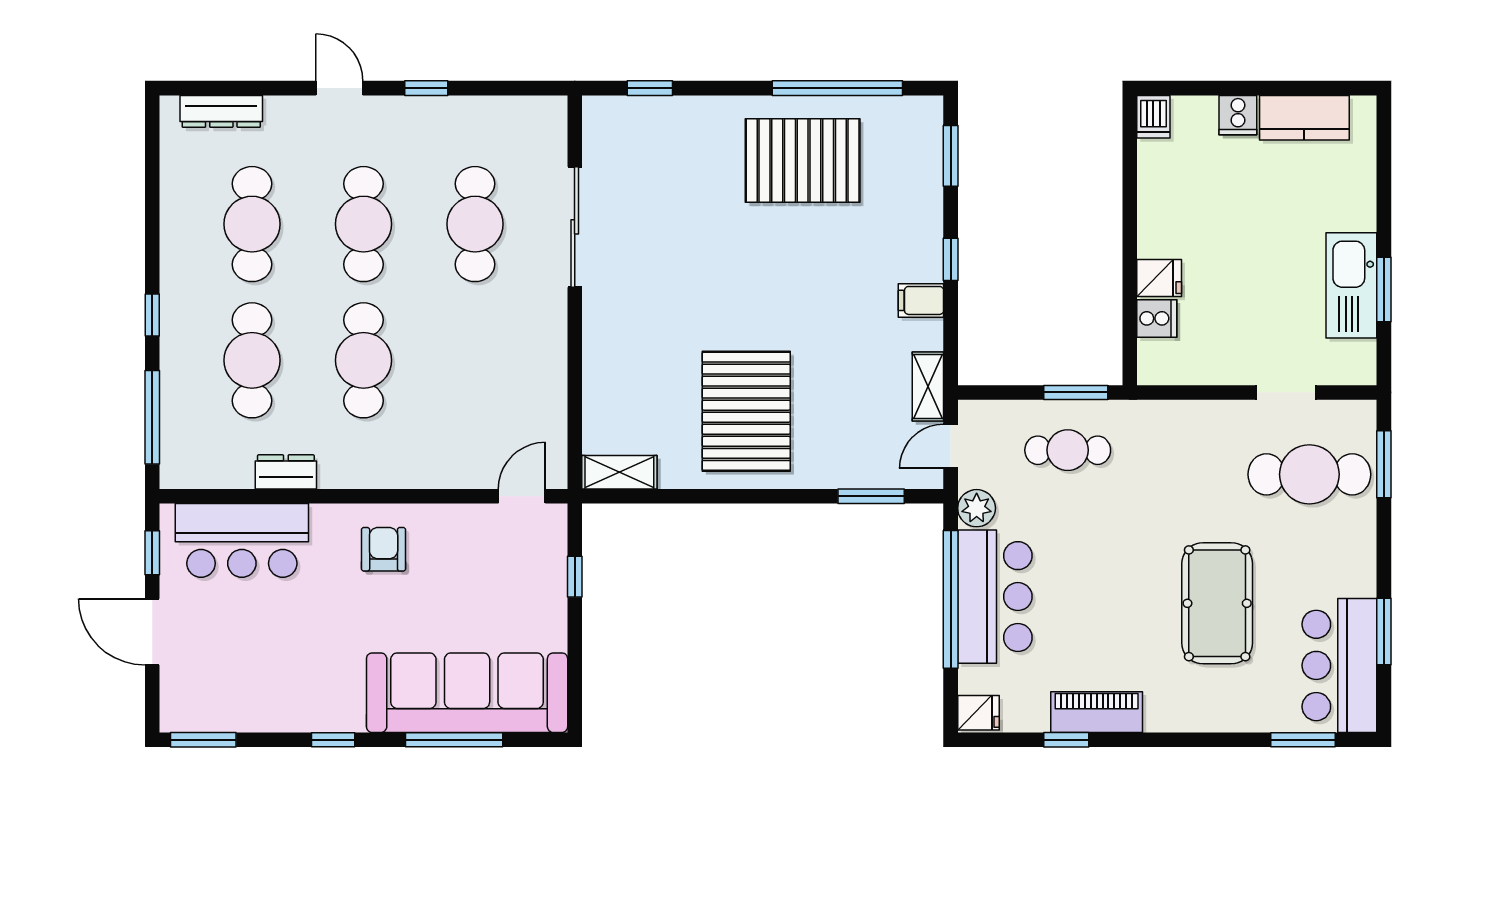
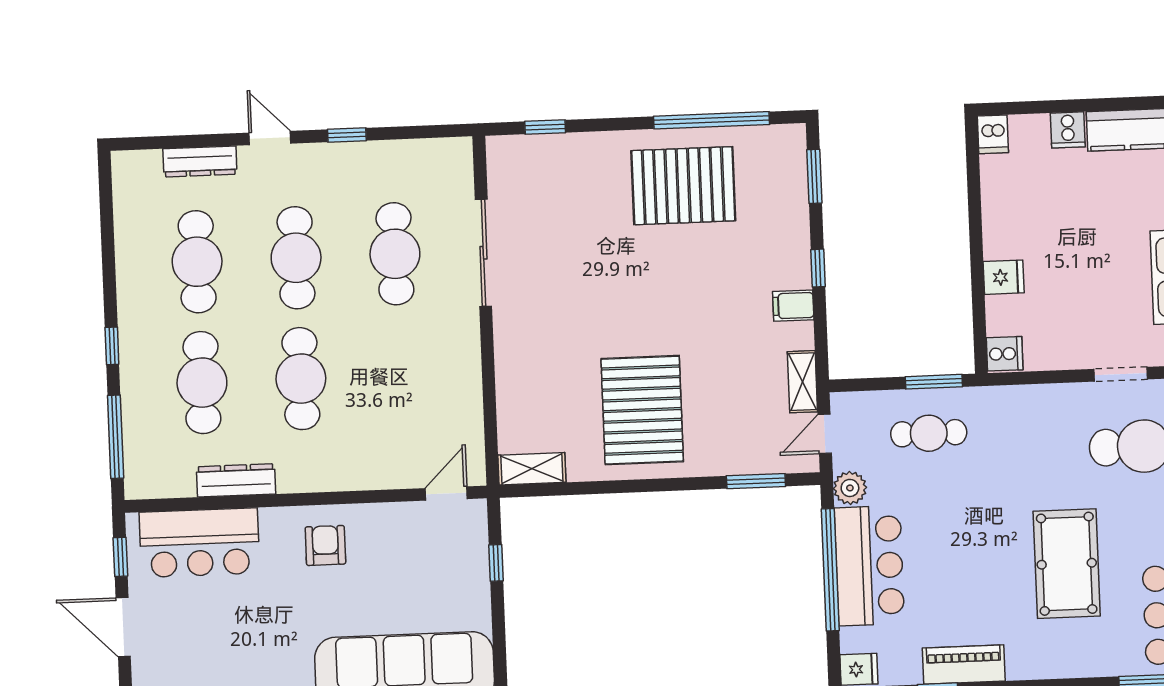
dresser: (221, 111) -> (200, 161), moved
cooker: (1157, 318) -> (1005, 354), moved
dresser: (286, 472) -> (236, 480), width x1.44

